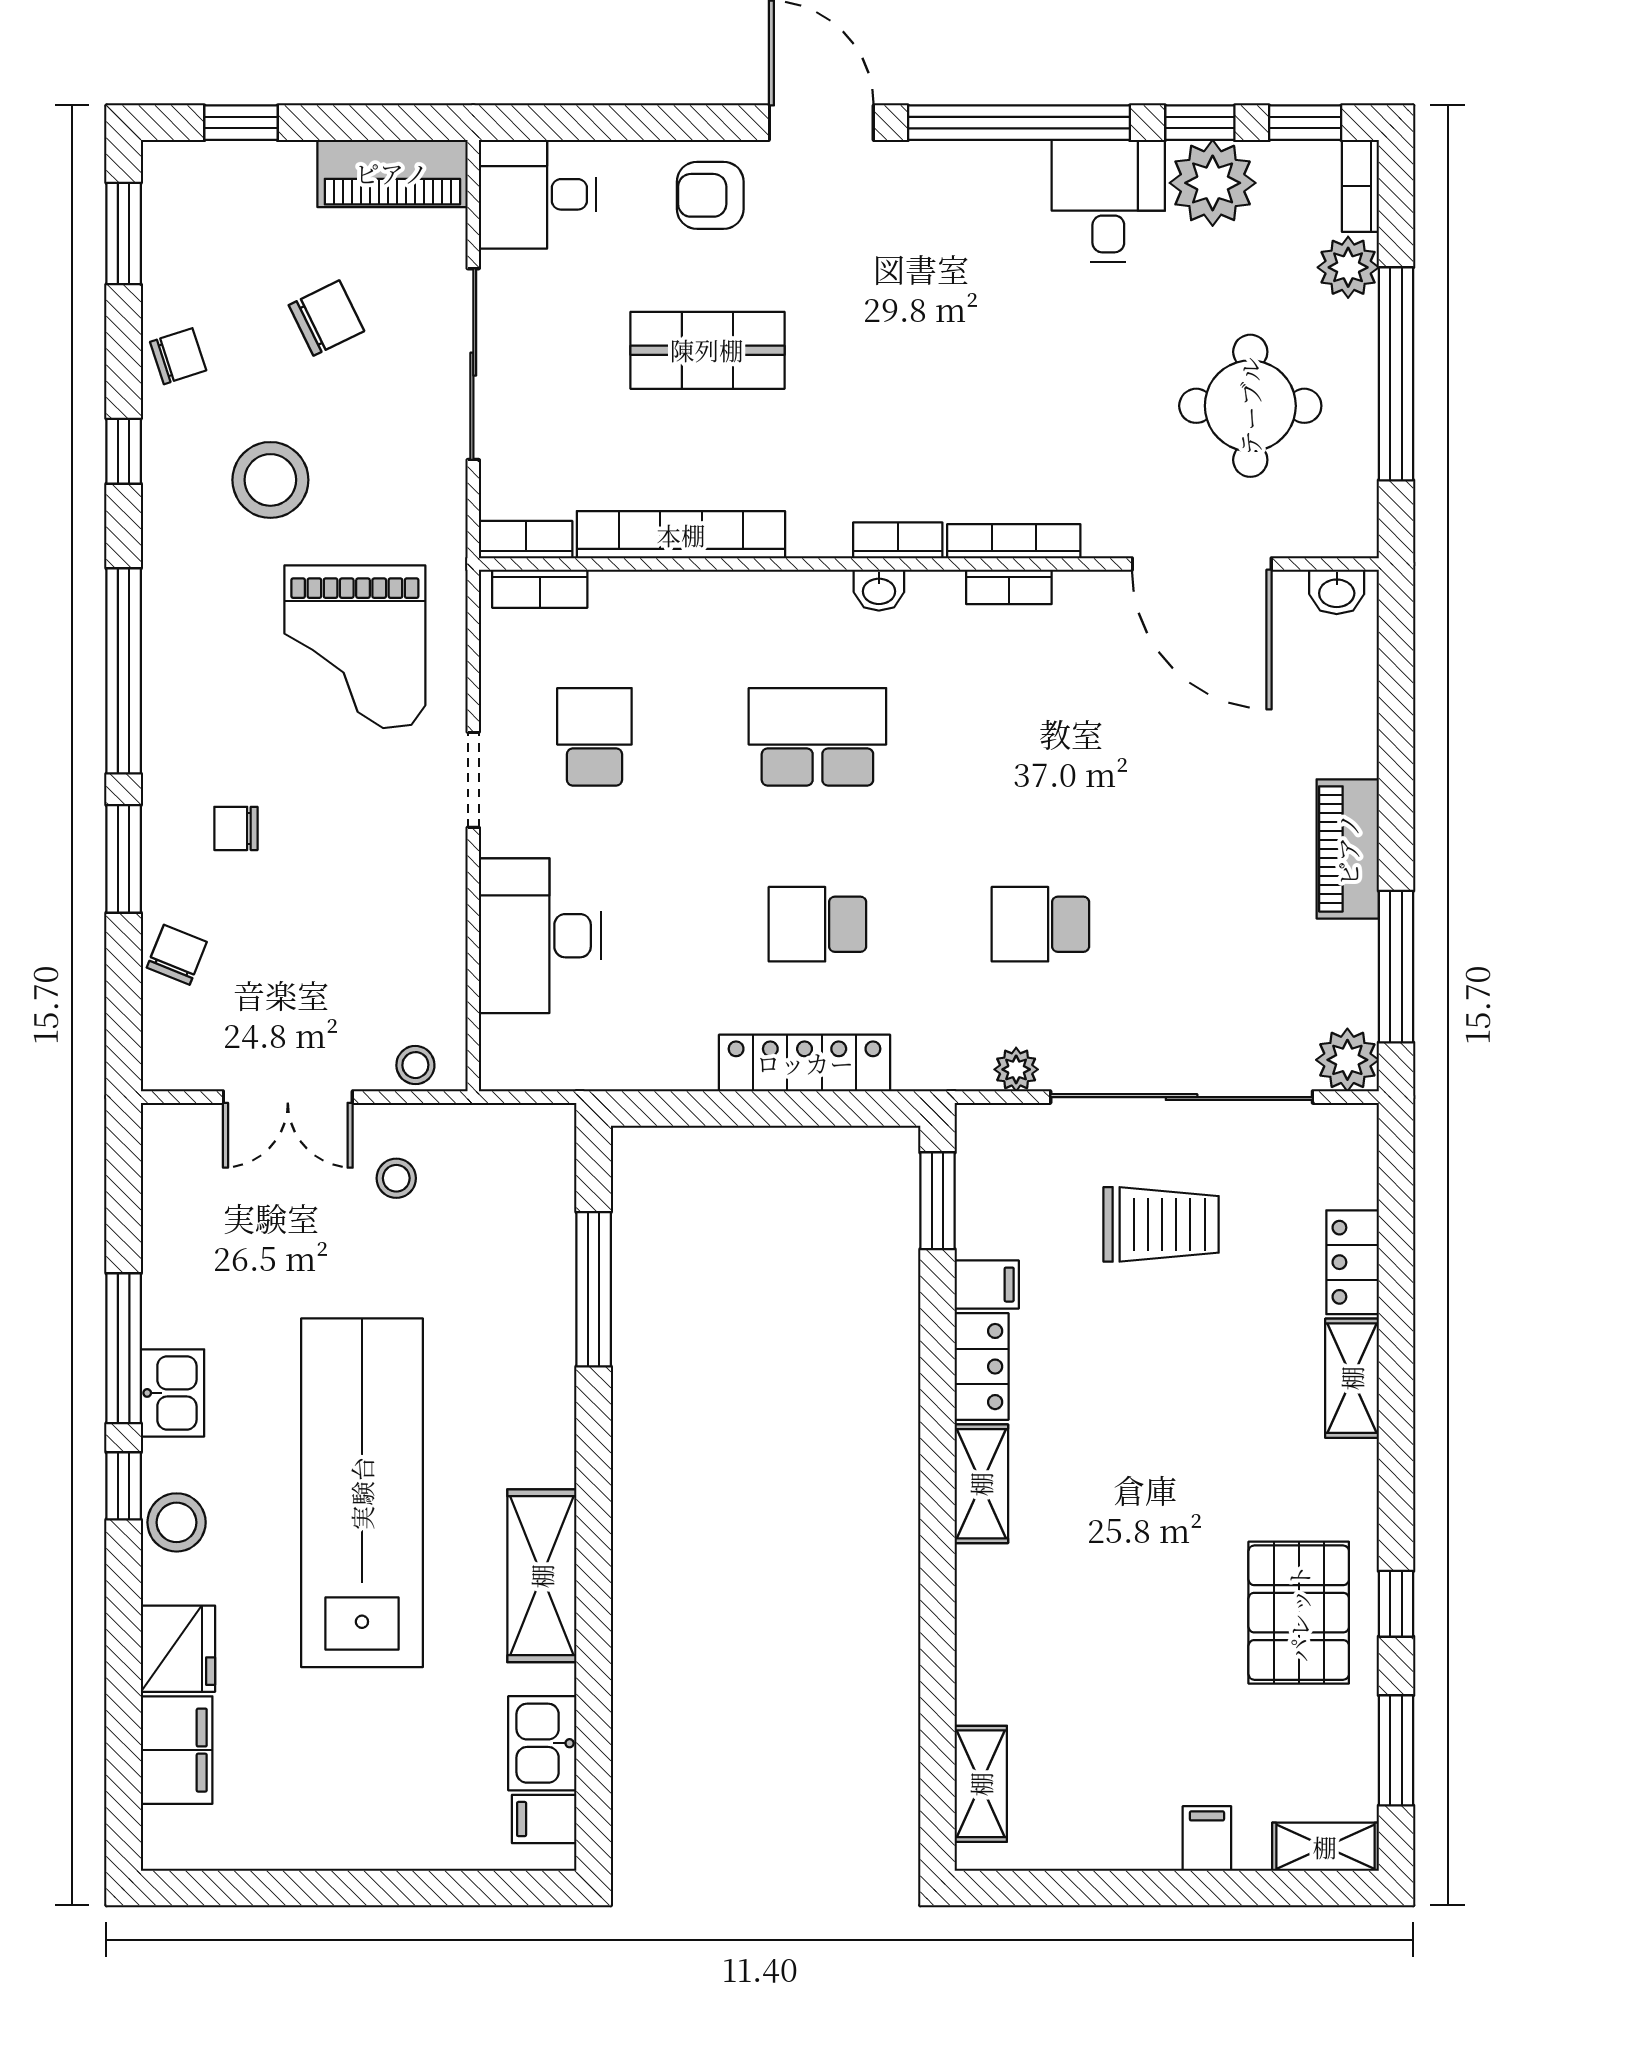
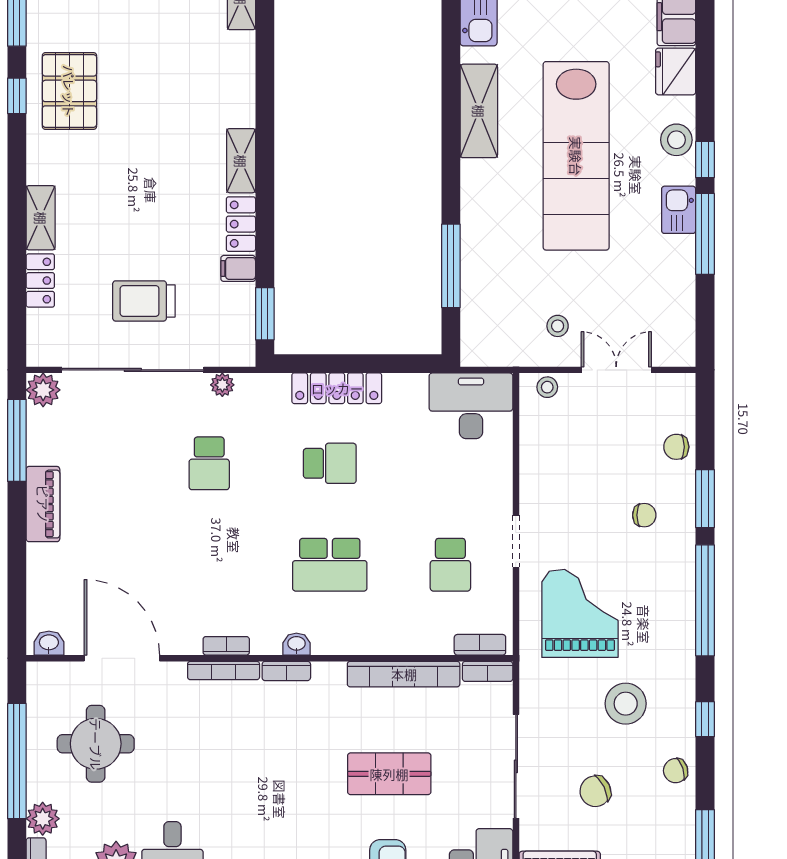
school desk: (1040, 924) -> (209, 463), turned 90
desk: (540, 936) -> (471, 406), moved, turned -90
chair: (177, 955) -> (676, 447), turned 68

